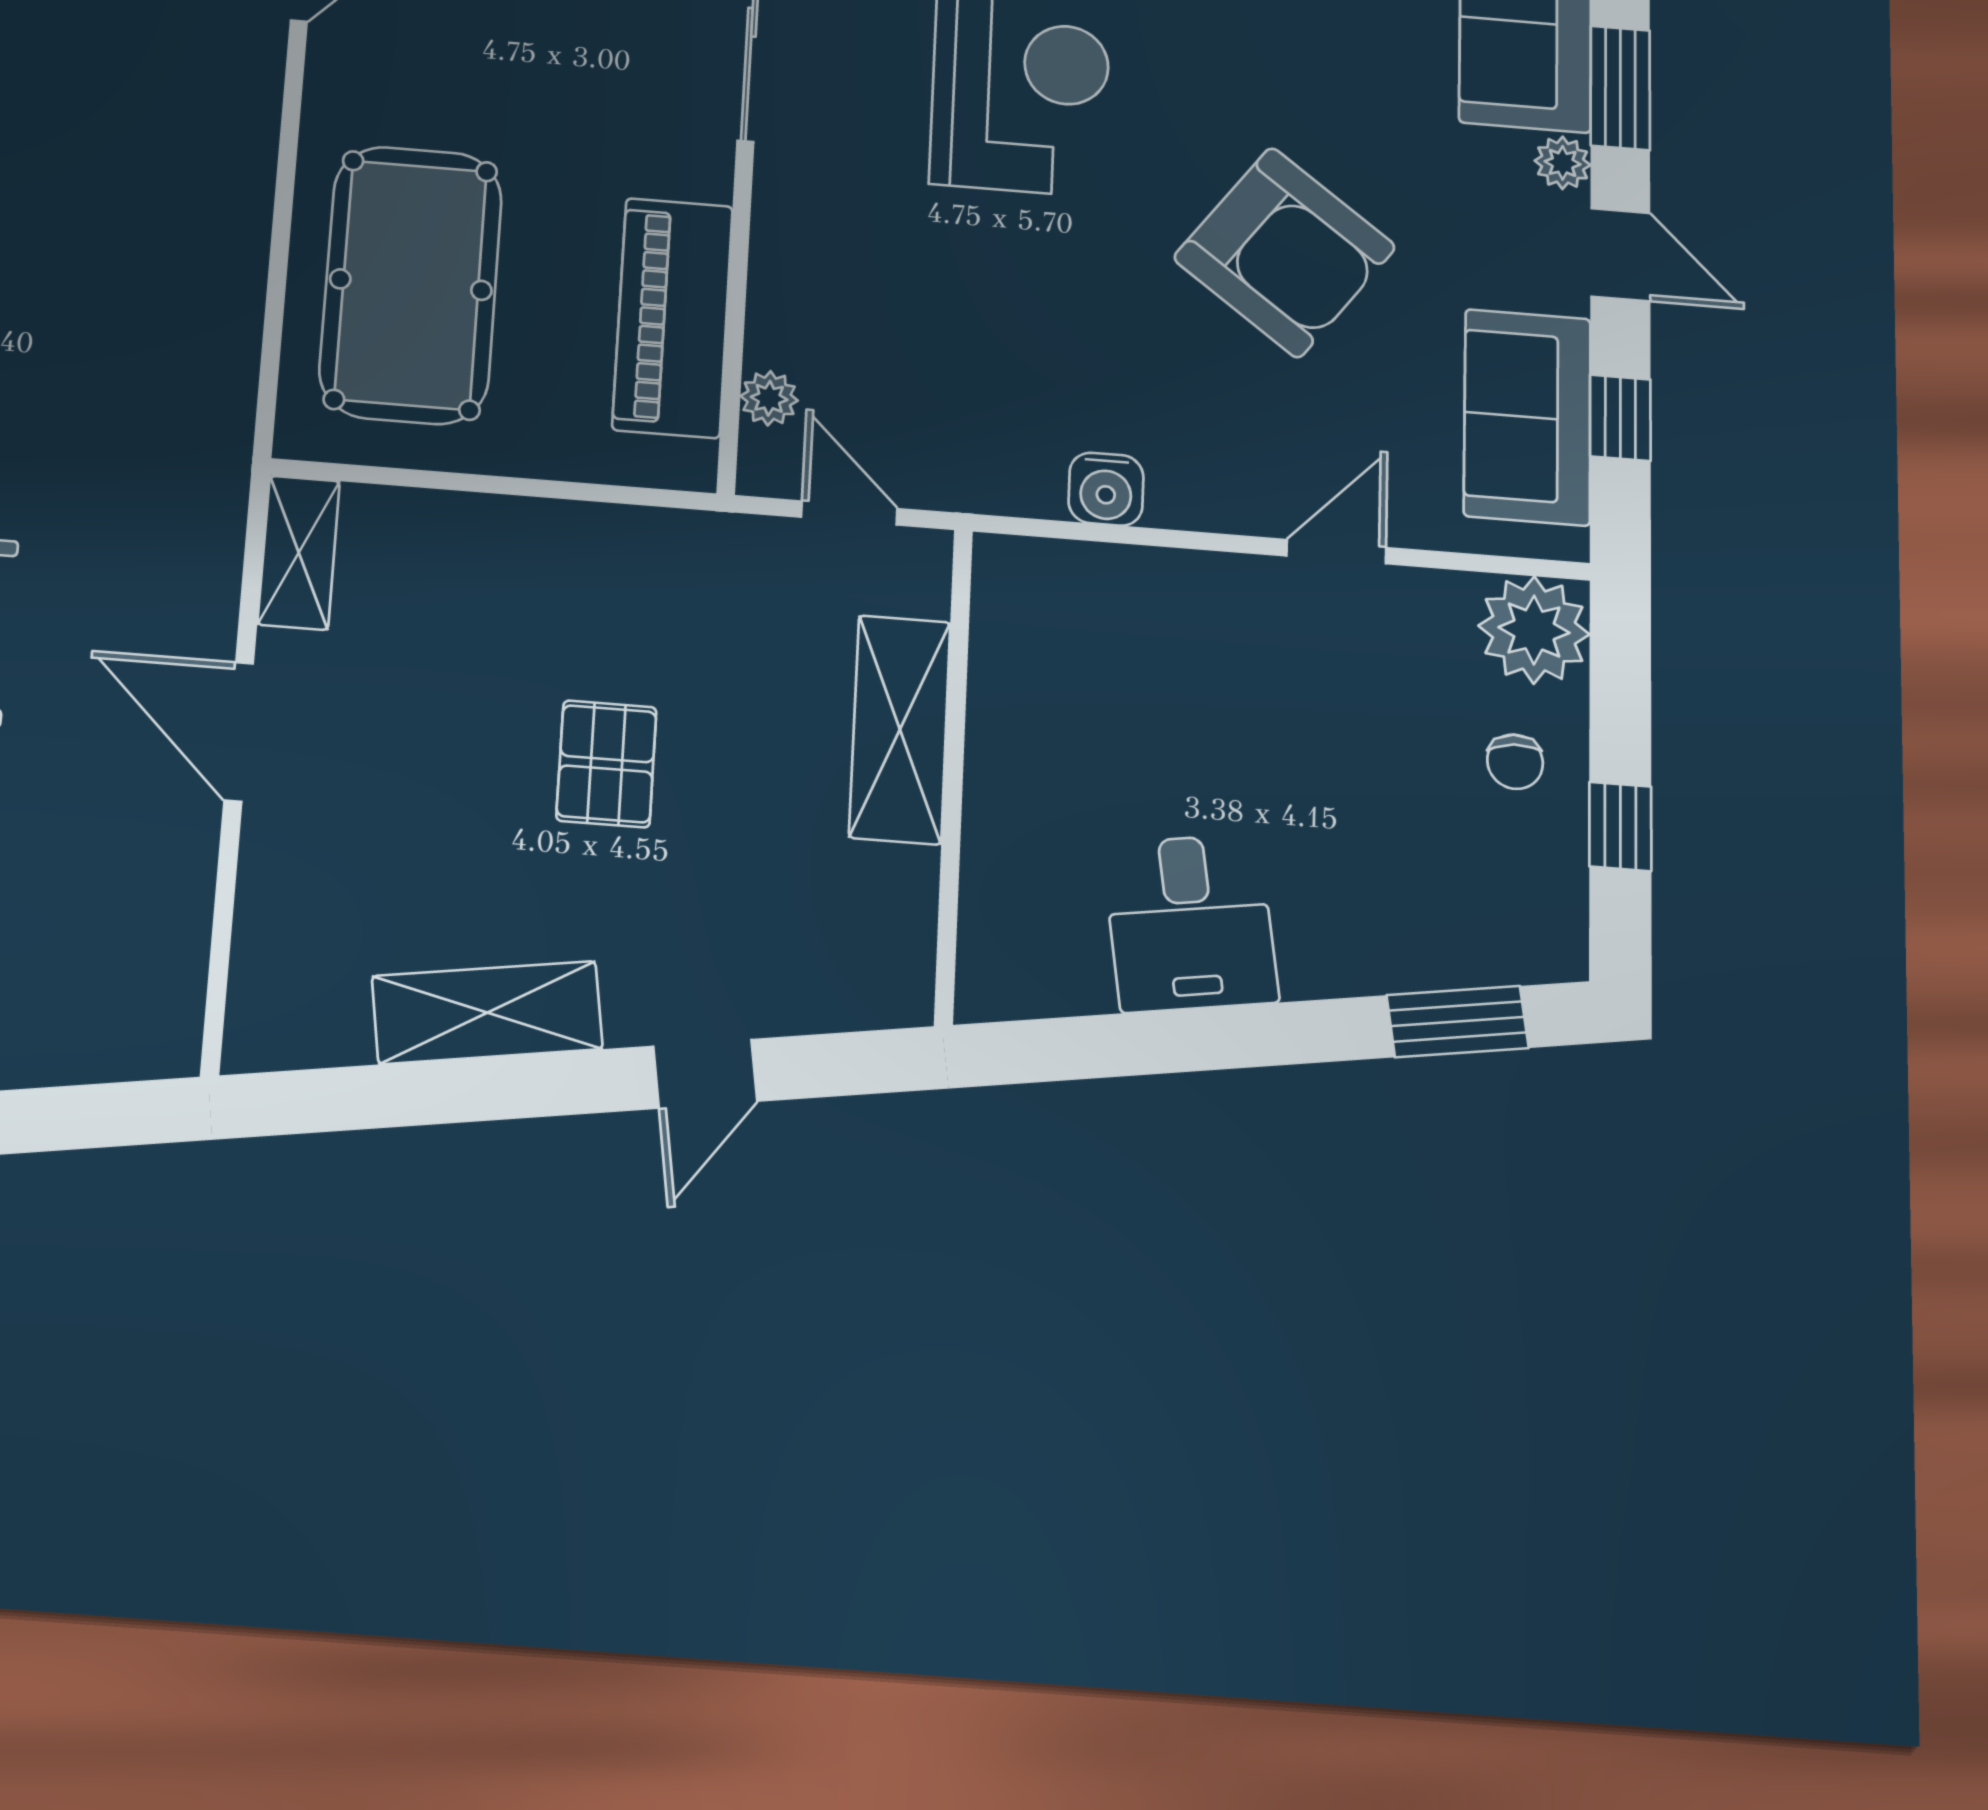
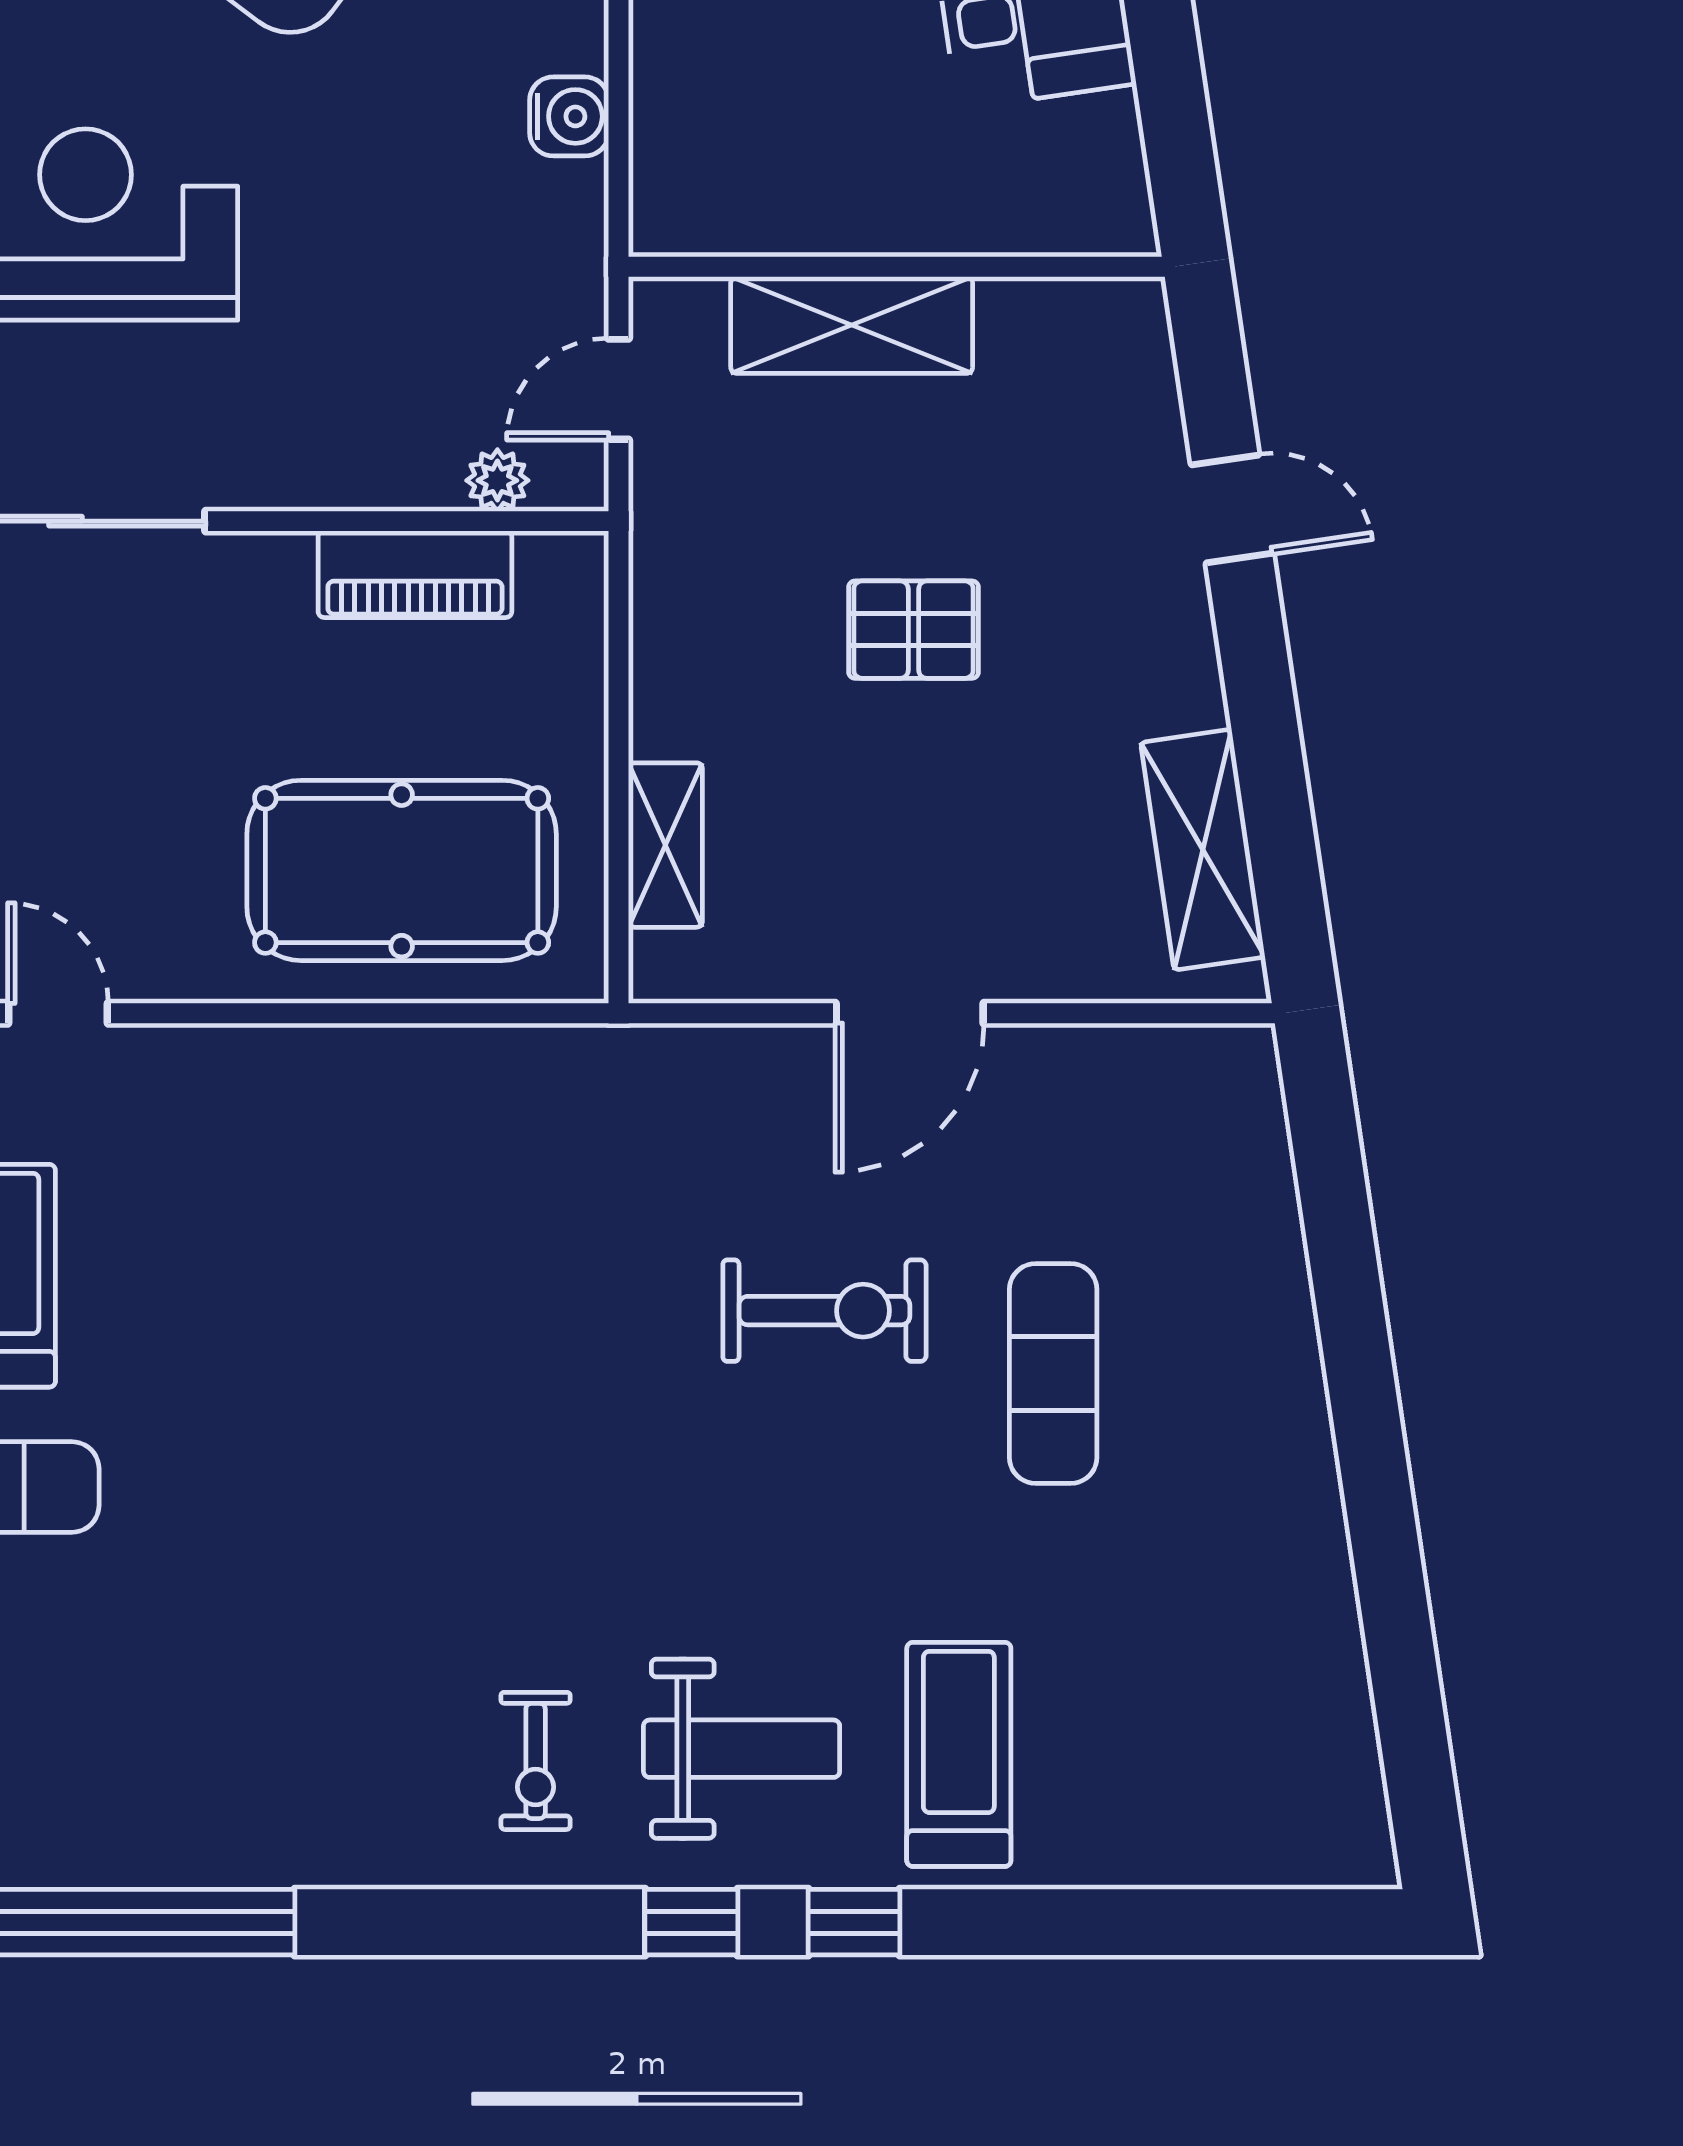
piano: (673, 318) -> (415, 574), width x0.73, depth x0.75
shelving: (299, 553) -> (665, 845), moved, turned 90
shelving: (487, 1013) -> (1203, 850), moved

